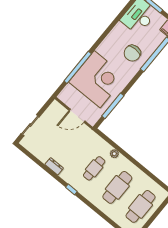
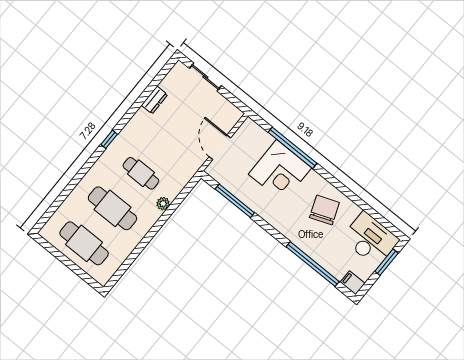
chair: (132, 53) -> (324, 210), moved, turned 69
corner desk: (97, 79) -> (280, 171), width x0.74, depth x0.74
dresser: (54, 166) -> (154, 100), moved

